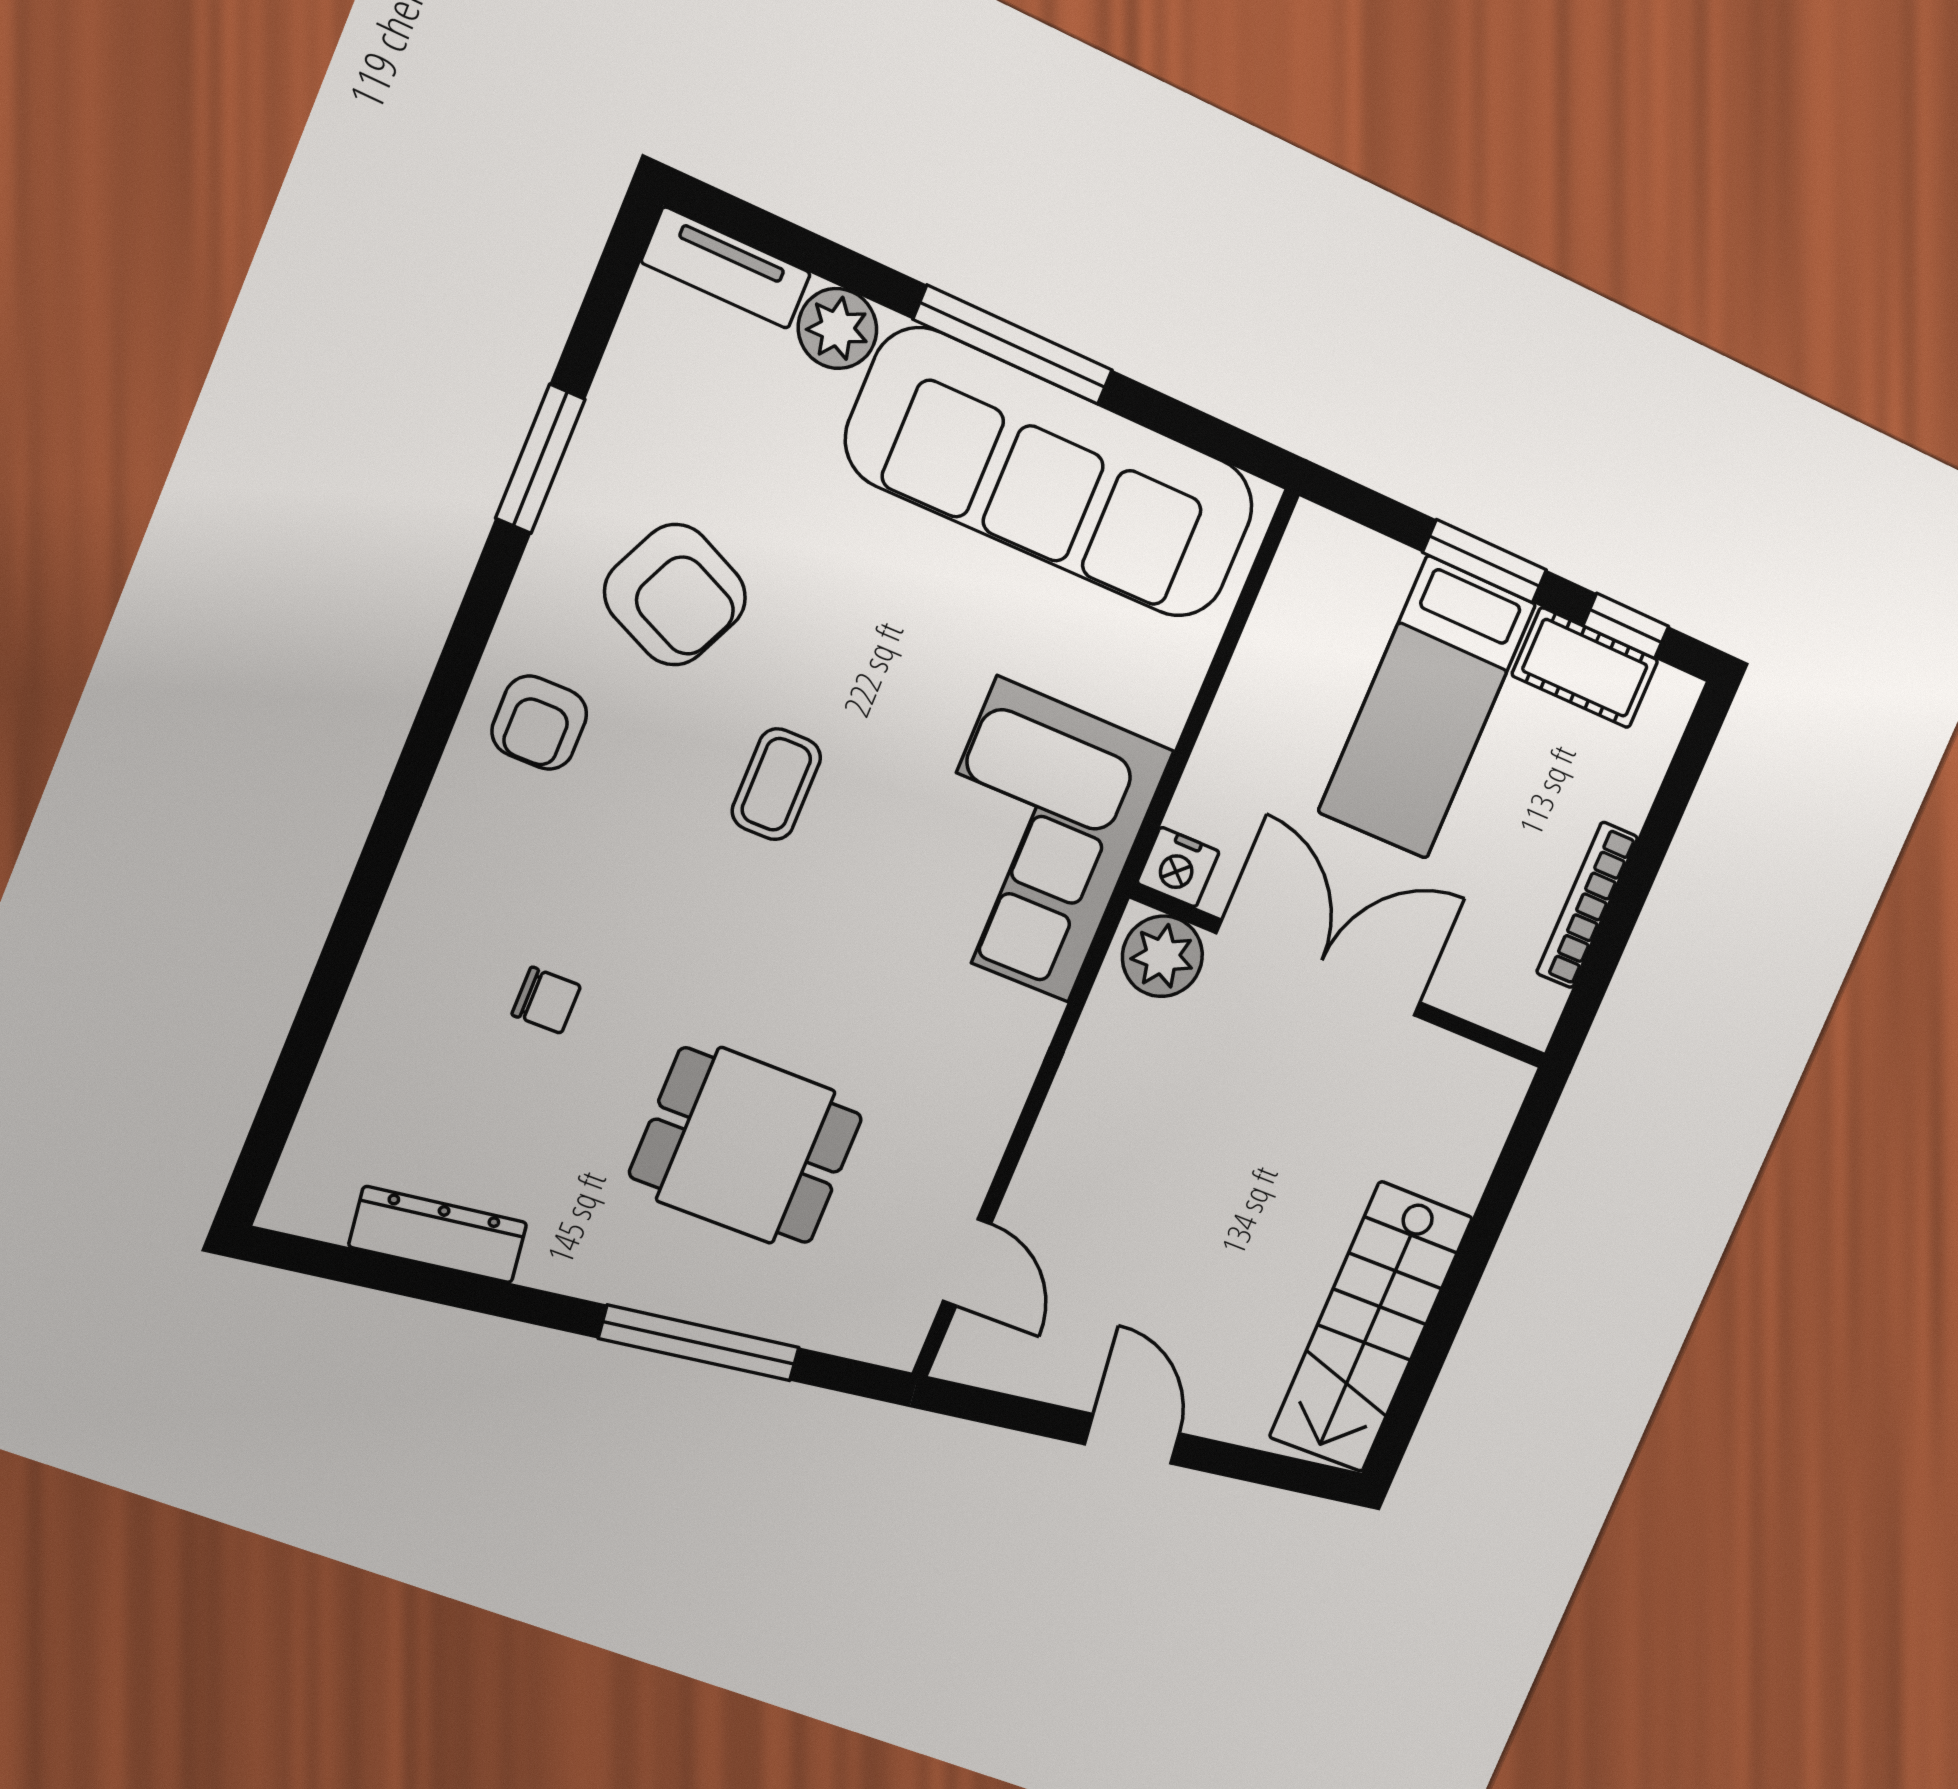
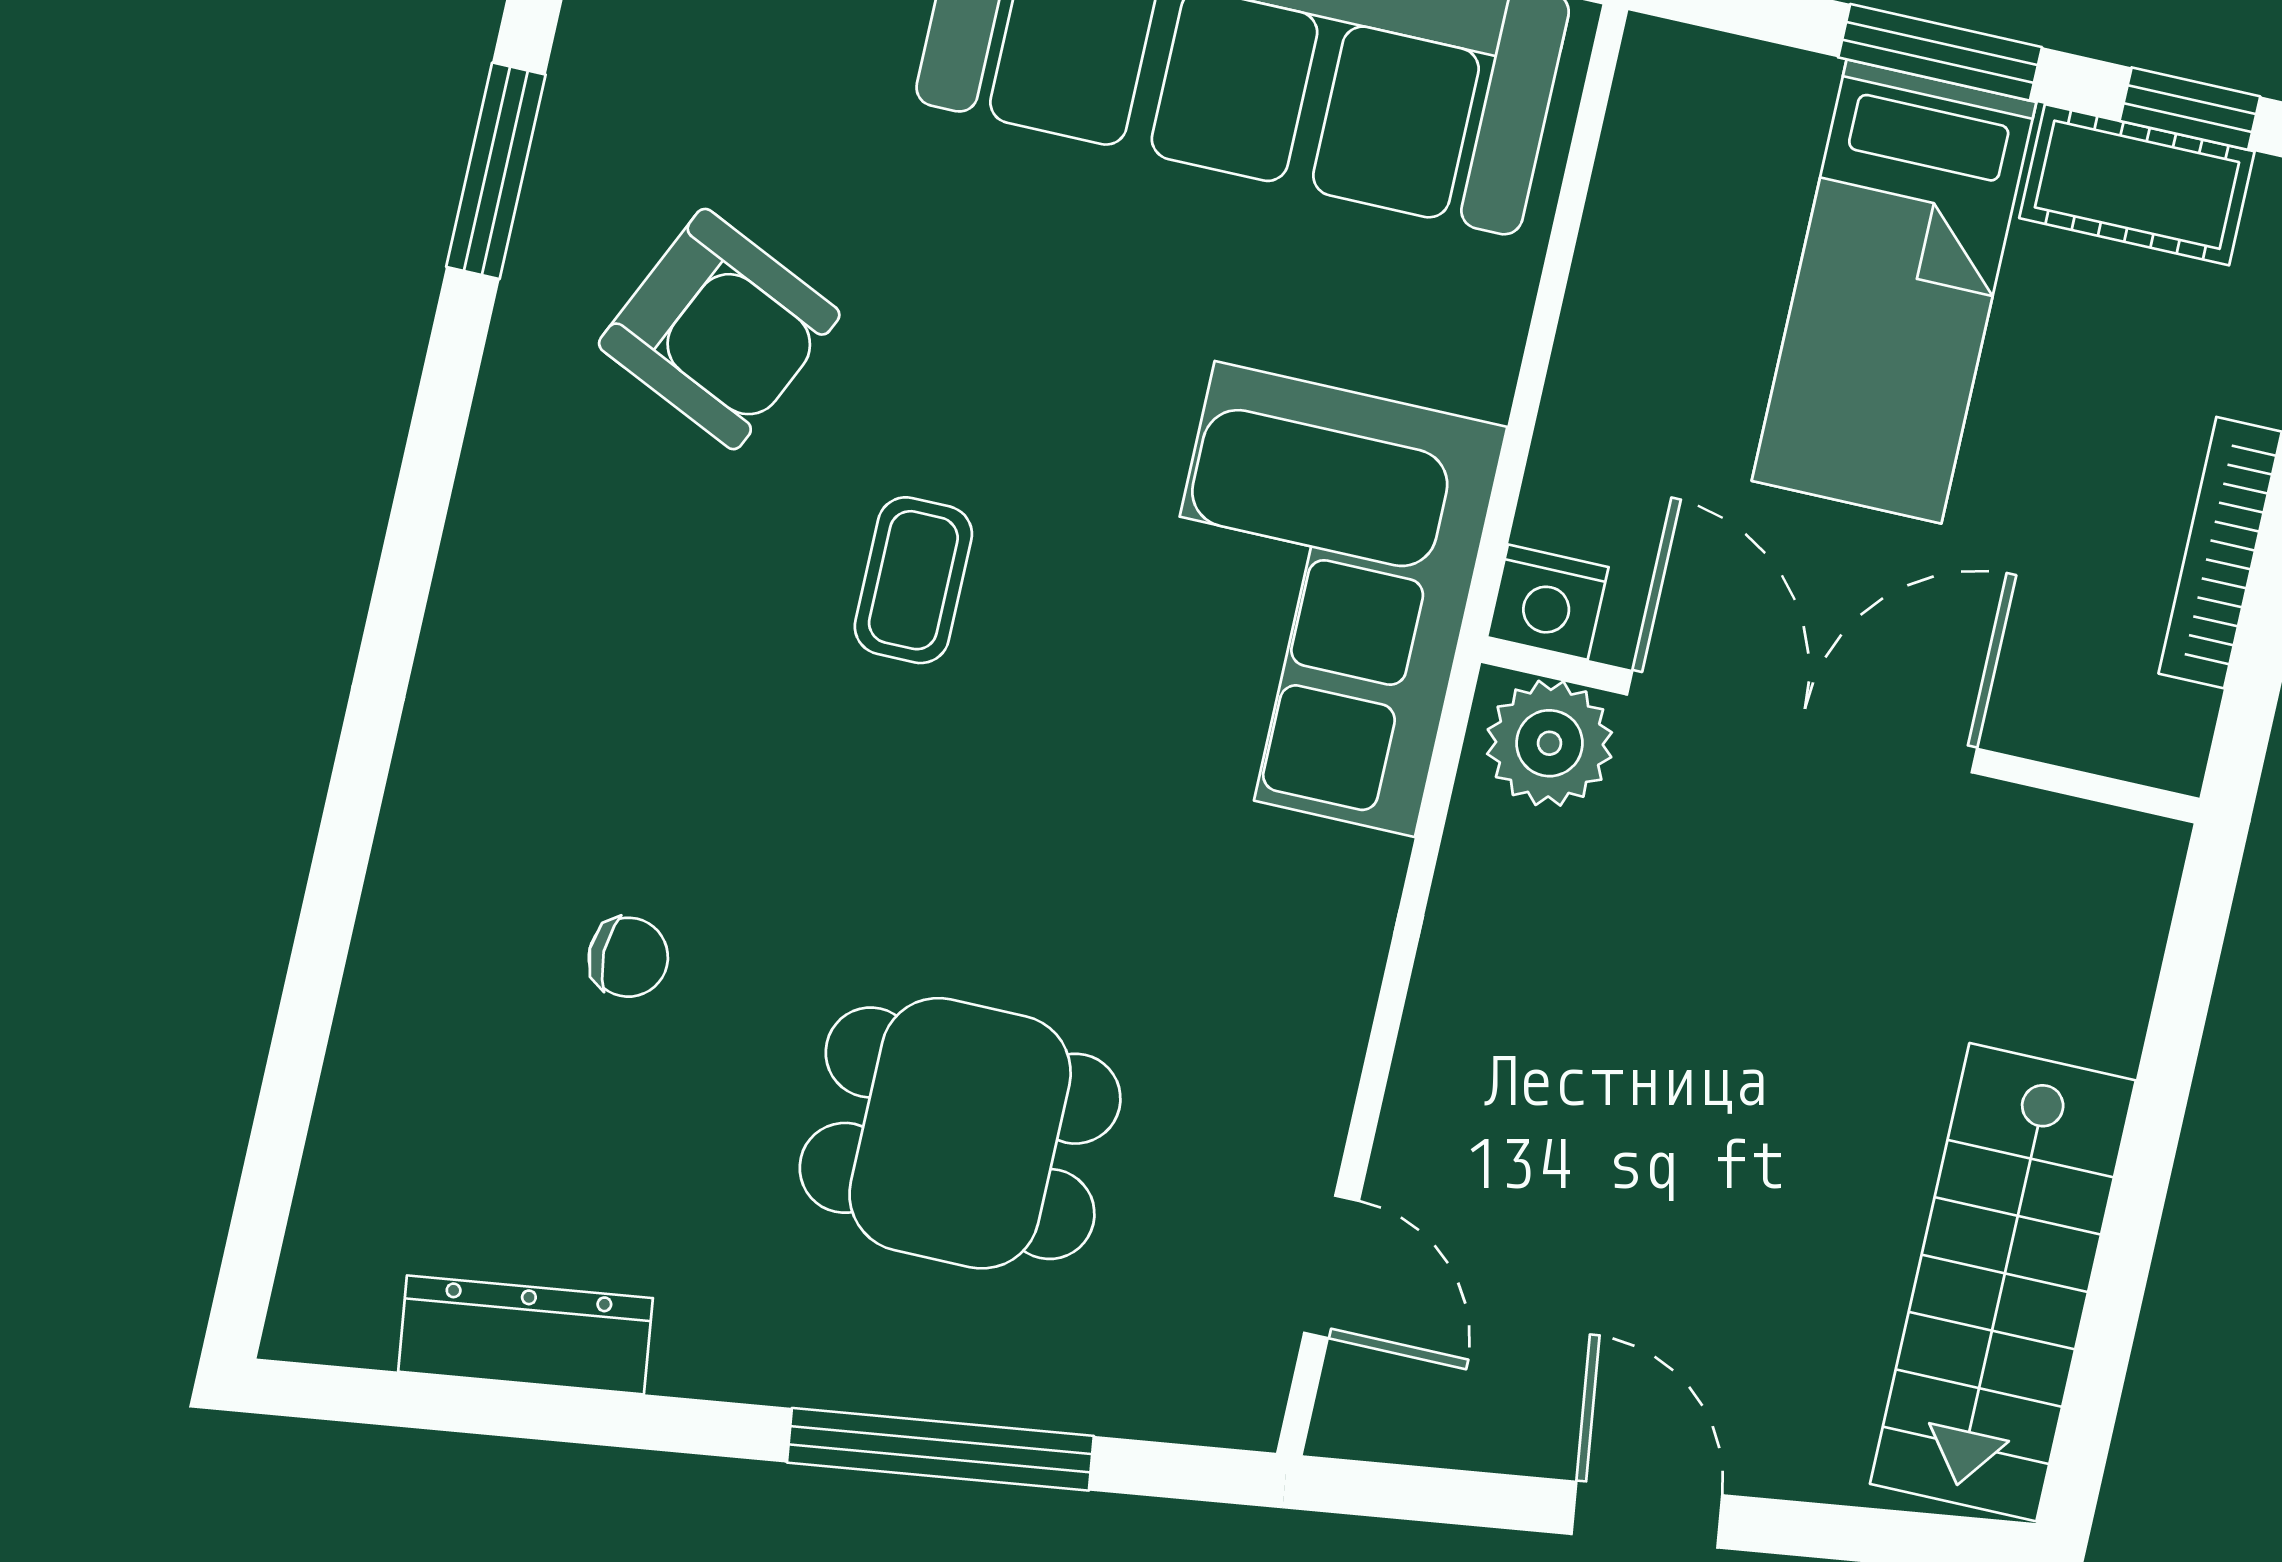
armchair: (539, 723) -> (554, 549), removed

